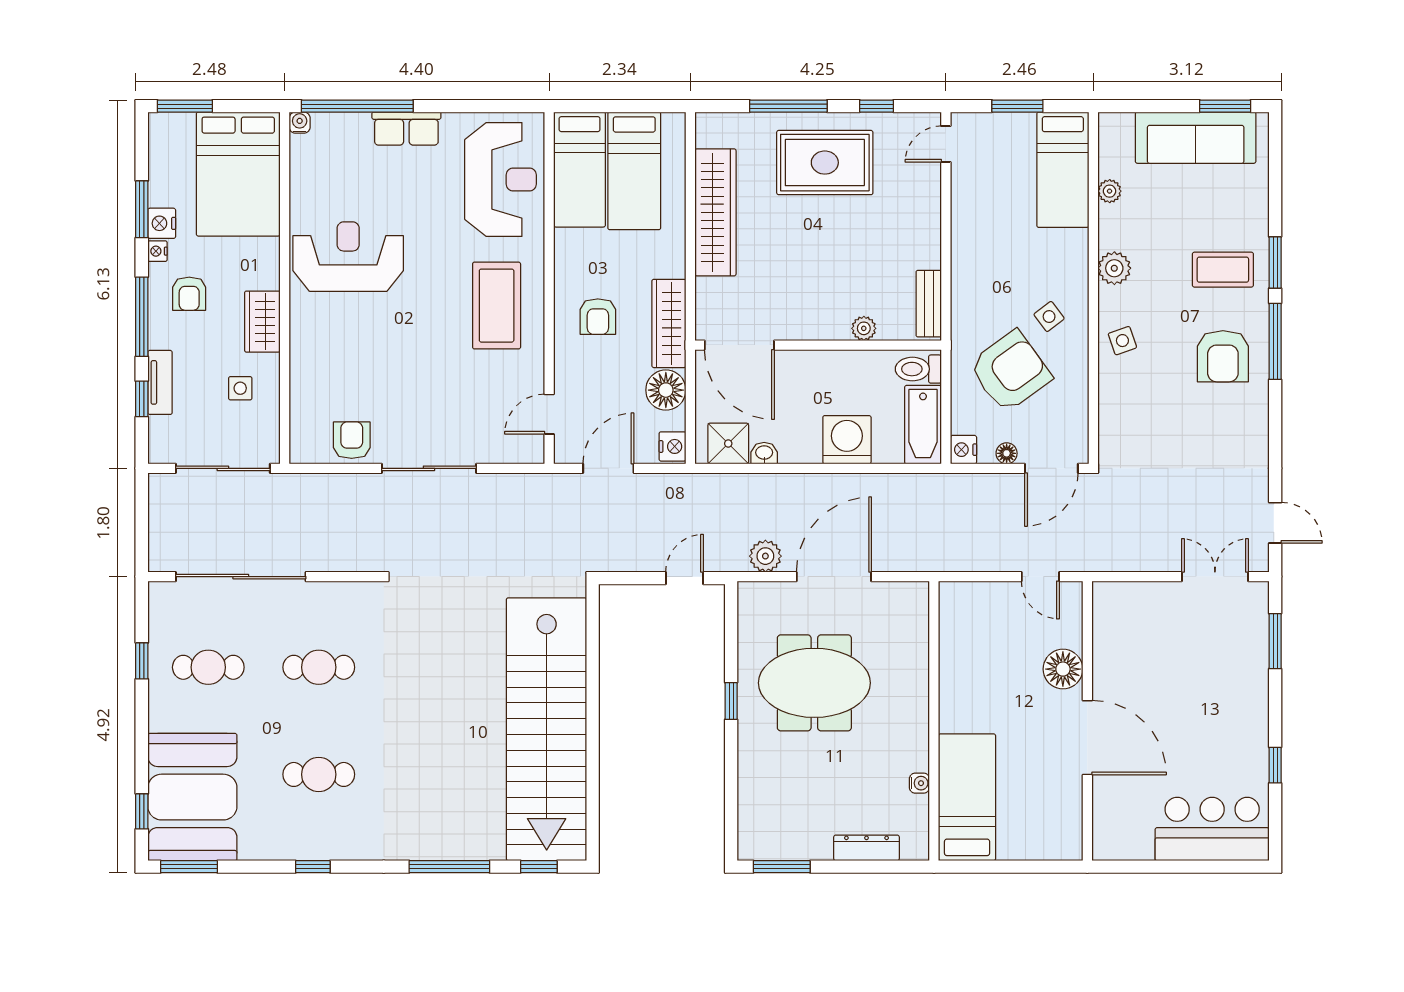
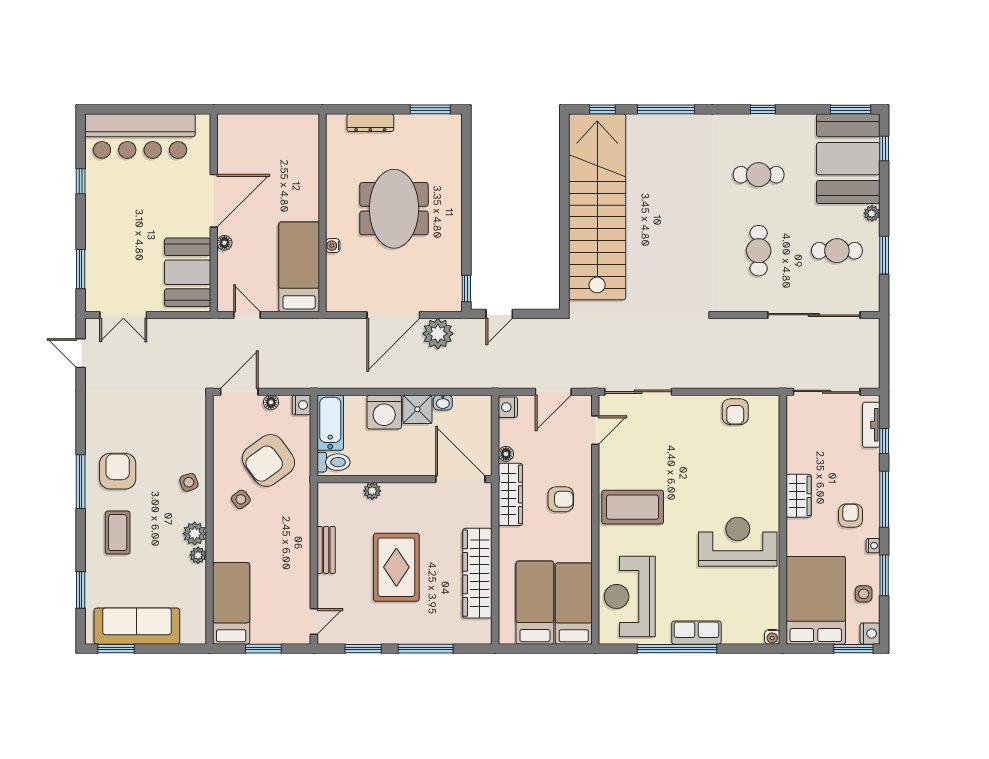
window: (357, 106) -> (677, 649), moved
window: (877, 106) -> (363, 649), width x1.50
rug: (825, 163) -> (396, 567), moved, turned 90
plant: (1110, 191) -> (198, 555), moved
nightstand: (162, 223) -> (870, 634), moved
reception desk: (348, 257) -> (738, 542), turned 180
window: (1275, 262) -> (81, 590), moved
coffee table: (1223, 270) -> (118, 533), turned 90
bench: (929, 304) -> (326, 550), moved
coffee table: (497, 306) -> (633, 507), turned 90
armchair: (598, 317) -> (561, 499), turned 90
tv unit: (160, 382) -> (871, 425), moved
side table: (240, 388) -> (864, 594), moved
floor lamp: (666, 390) -> (506, 454), width x0.53, depth x0.53
shower: (728, 443) -> (417, 409), moved
sliding door: (429, 468) -> (638, 392), moved
plant: (765, 556) -> (438, 334), width x1.36, depth x1.36
booth: (1124, 637) -> (188, 272), added
window: (142, 661) -> (884, 255), width x1.50
cafe table: (319, 667) -> (759, 251), turned 90
floor lamp: (1063, 669) -> (224, 243), width x0.53, depth x0.53
meeting table: (814, 683) -> (394, 209), moved, turned 90
window: (731, 701) -> (466, 288), moved
plant: (159, 720) -> (872, 213), added
door: (1087, 738) -> (214, 201), swing flipped
water cooler: (919, 783) -> (333, 246), moved
bed: (967, 797) -> (299, 267), moved, turned 180
bar counter: (1212, 829) -> (140, 136), width x1.36

